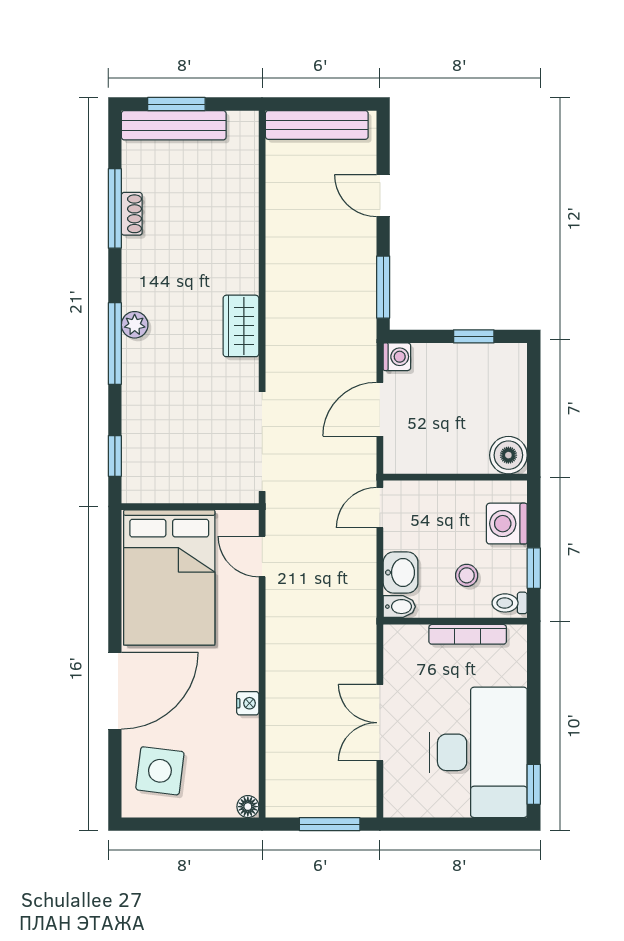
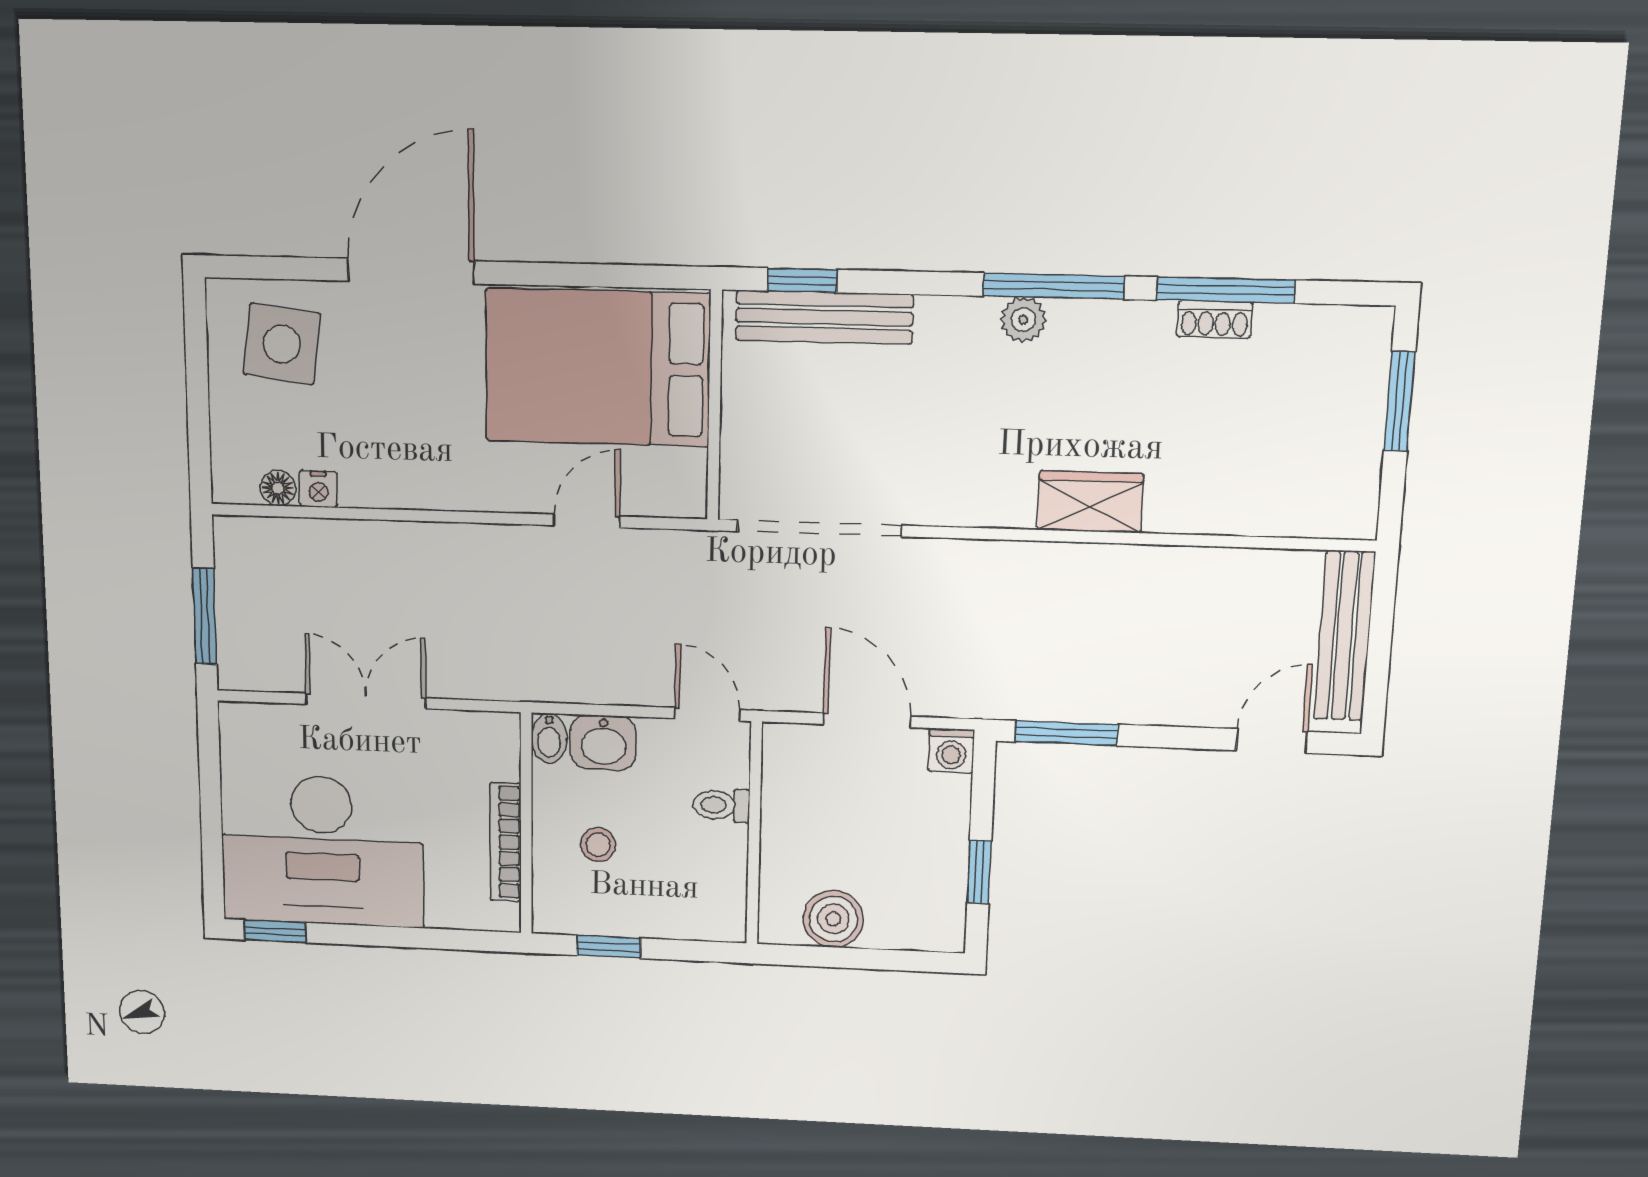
bench: (174, 125) -> (824, 317), moved, turned 90
door: (383, 196) -> (1272, 741), moved
wardrobe: (241, 326) -> (1090, 502), moved
window: (115, 344) -> (1054, 286), moved
boiler: (508, 455) -> (833, 919), moved
washing machine: (507, 524) -> (679, 909), removed
door: (262, 556) -> (587, 521), moved
toilet: (510, 603) -> (721, 805), moved, turned -90
door: (115, 691) -> (411, 271), swing flipped
nightstand: (248, 703) -> (318, 489), moved
floor lamp: (248, 807) -> (278, 488), moved

